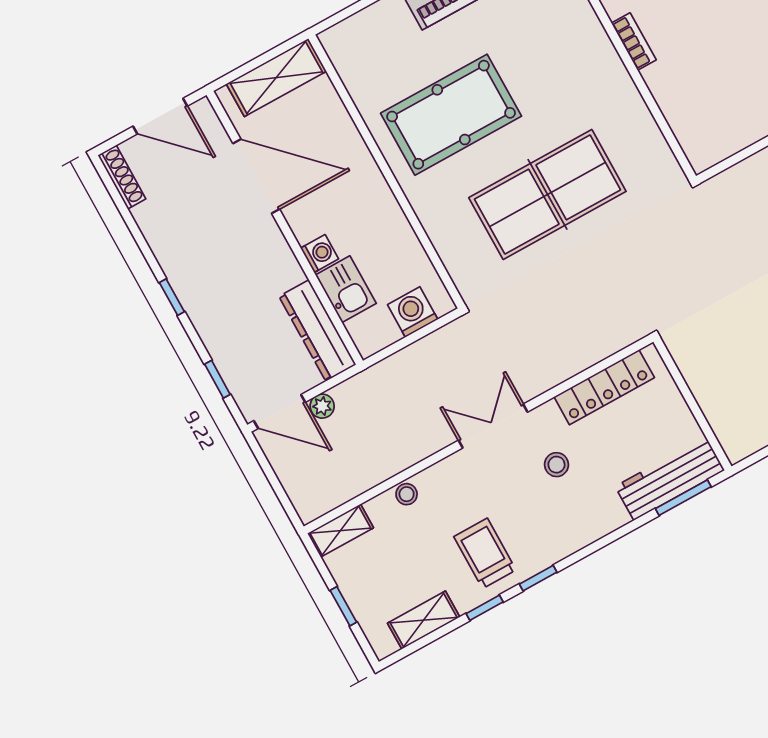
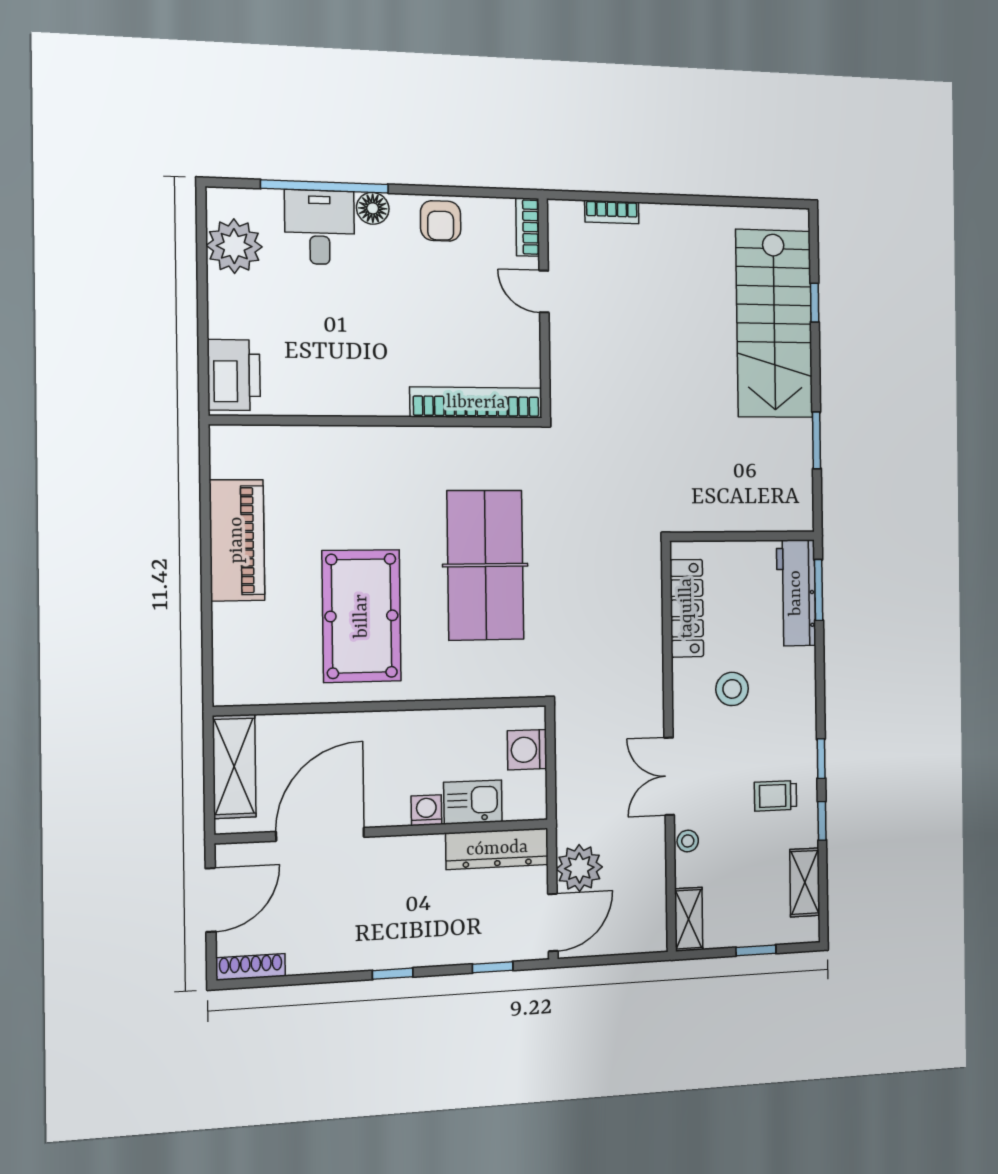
bookcase: (634, 42) -> (476, 403), moved, width x2.31, depth x1.31
plant: (322, 406) -> (579, 868), width x1.87, depth x1.87
double door: (493, 426) -> (669, 776), moved
stool: (557, 465) -> (732, 689), width x1.37, depth x1.37
trolley: (485, 553) -> (776, 796), width x0.73, depth x0.72

